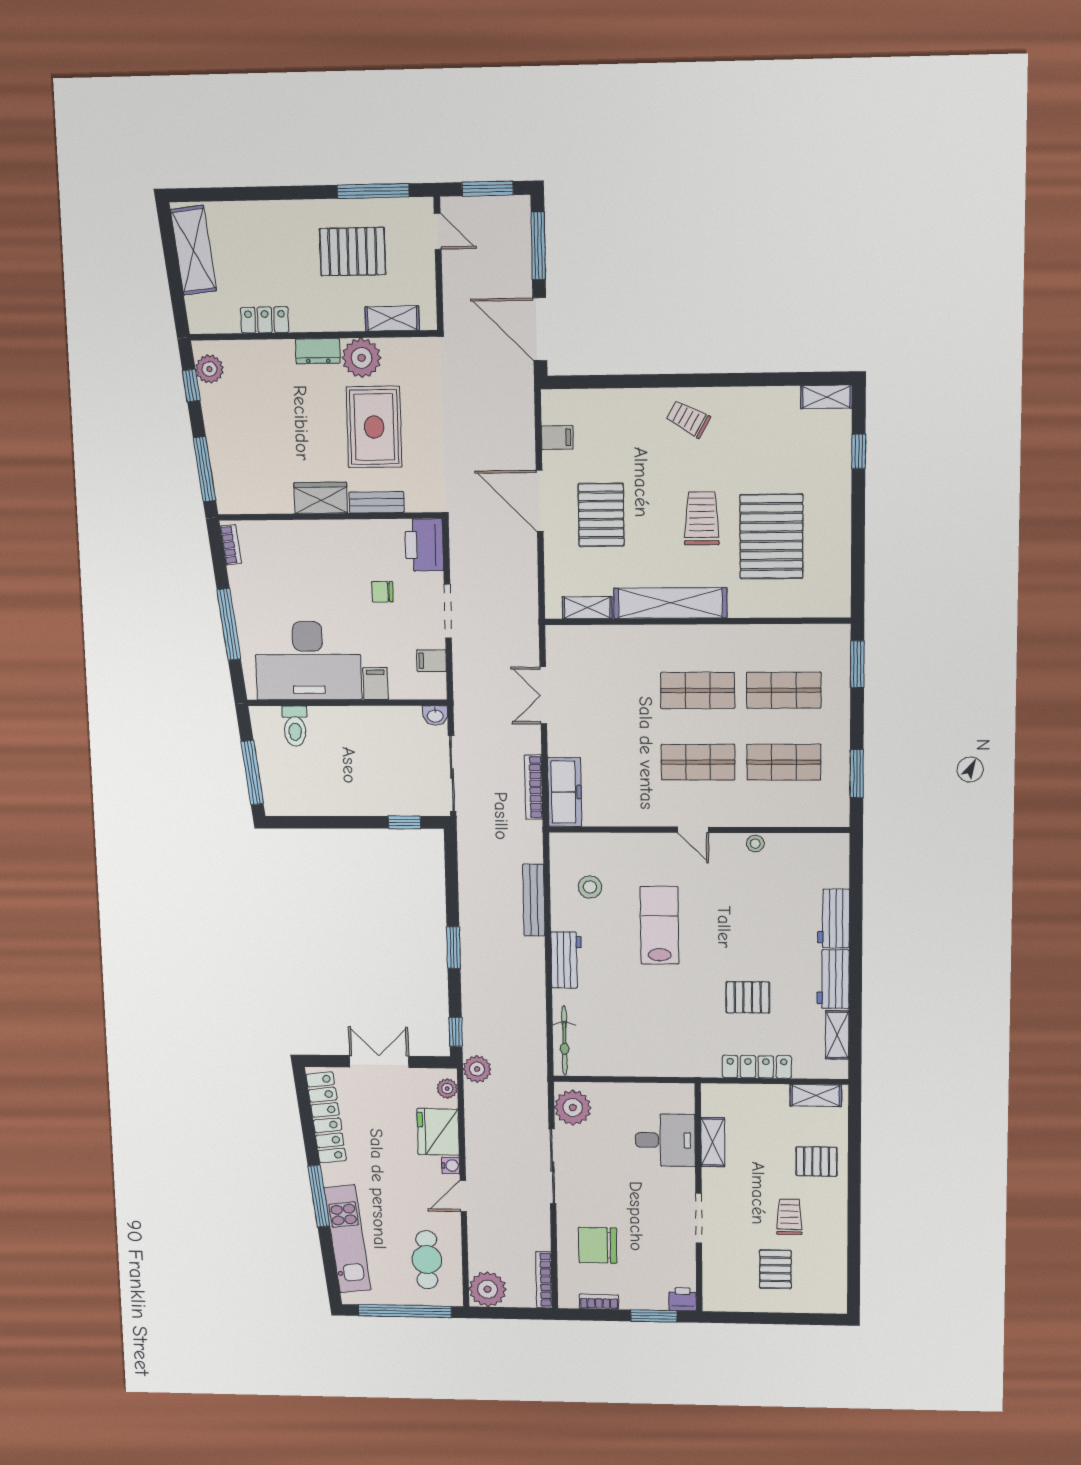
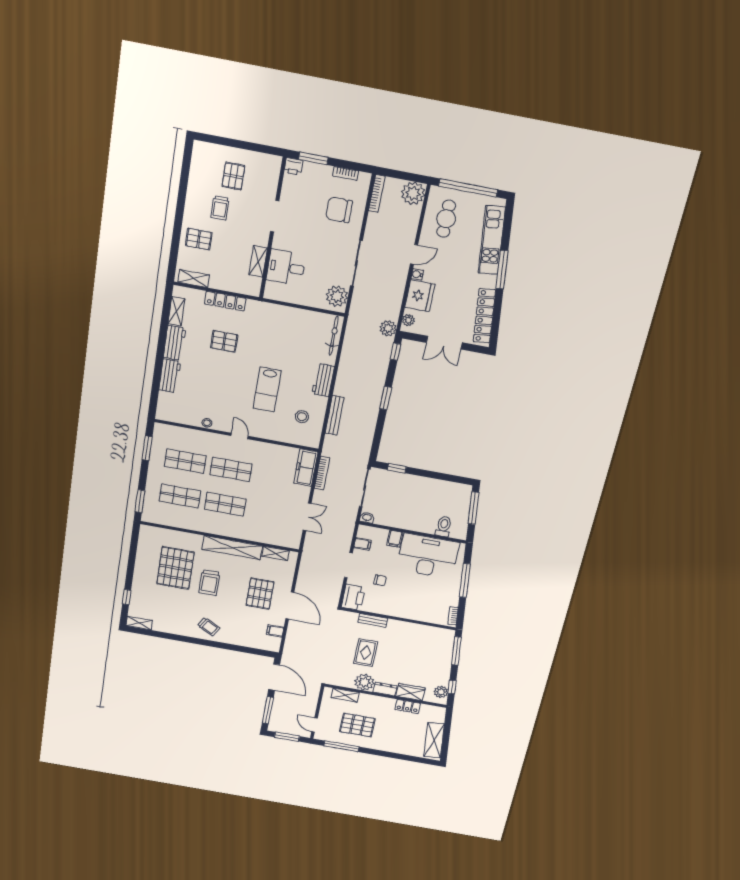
rug: (374, 427) -> (366, 653), width x0.73, depth x0.70
wardrobe: (321, 498) -> (410, 692), moved, turned 180
chair: (598, 1245) -> (339, 210), turned 180

